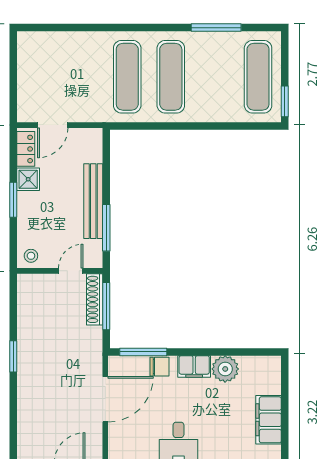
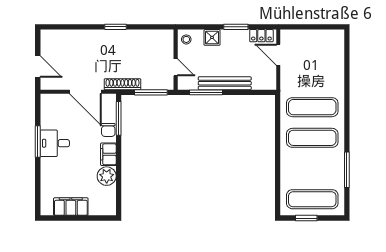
window: (285, 101) -> (306, 218), moved
shower: (28, 179) -> (212, 37), moved
window: (13, 200) -> (236, 27), moved
shoe rack: (95, 299) -> (122, 84), moved

